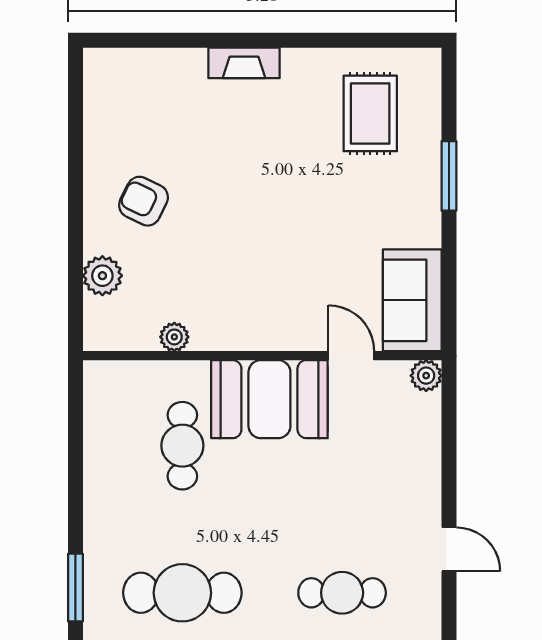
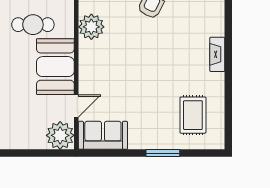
rug: (370, 113) -> (193, 115), turned 90
plant: (174, 337) -> (91, 27), width x1.87, depth x1.87
plant: (426, 376) -> (60, 135), width x1.87, depth x1.87

